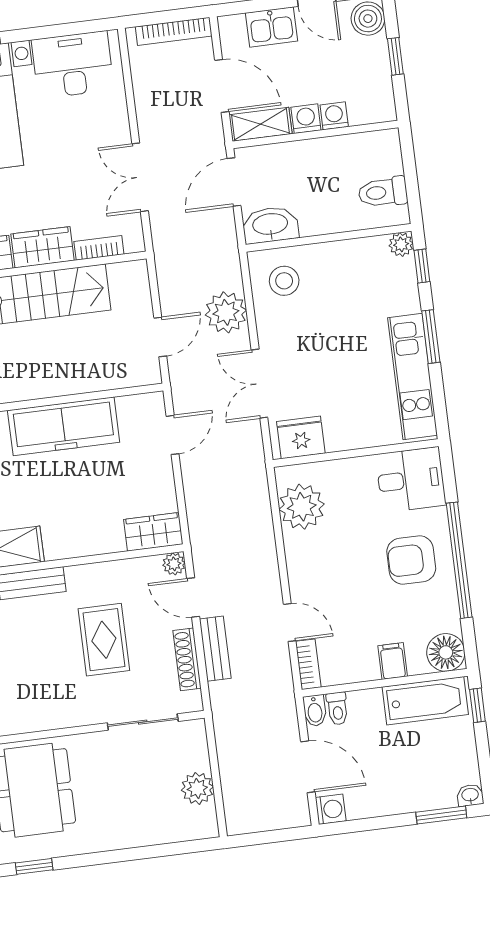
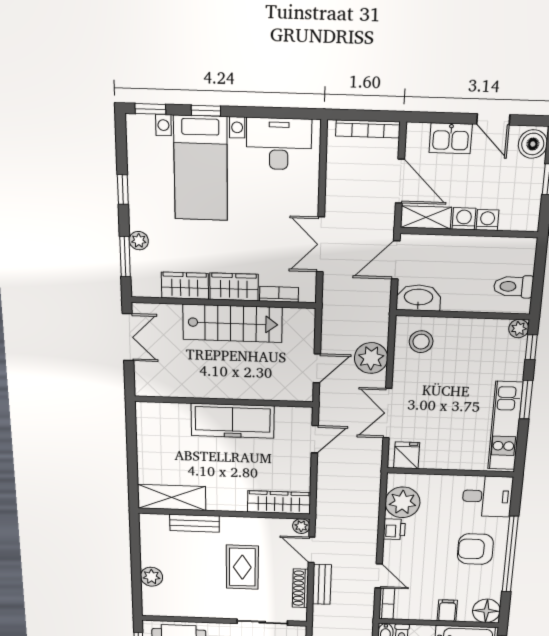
fridge: (301, 437) -> (407, 455), width x0.72
wardrobe: (153, 532) -> (279, 502), width x1.50
printer: (298, 548) -> (394, 529), added

